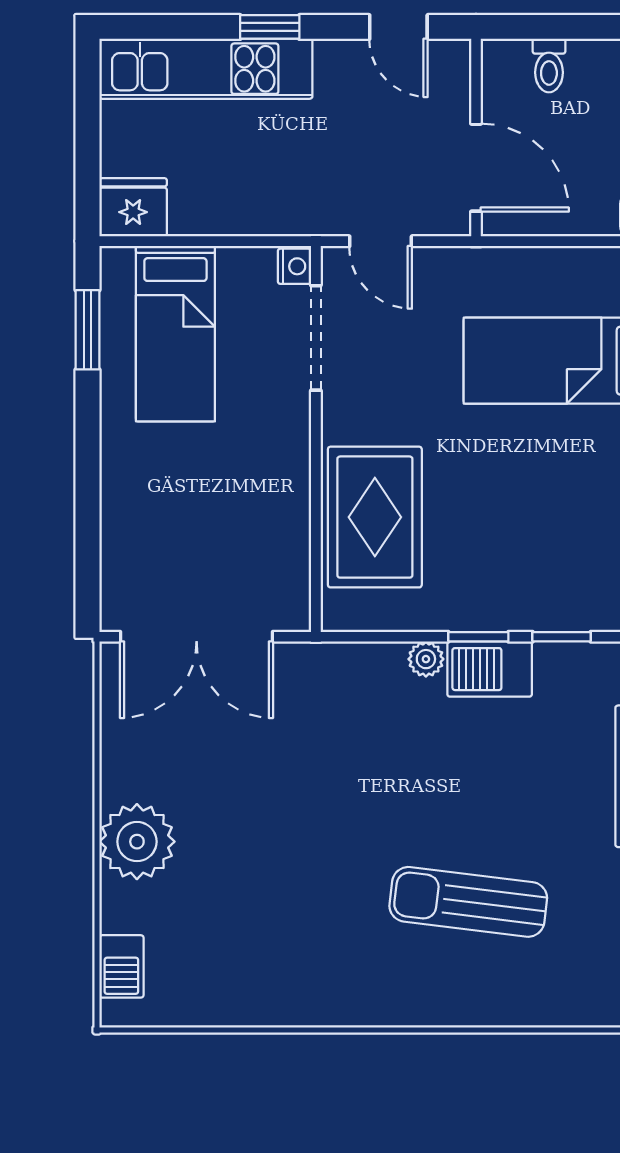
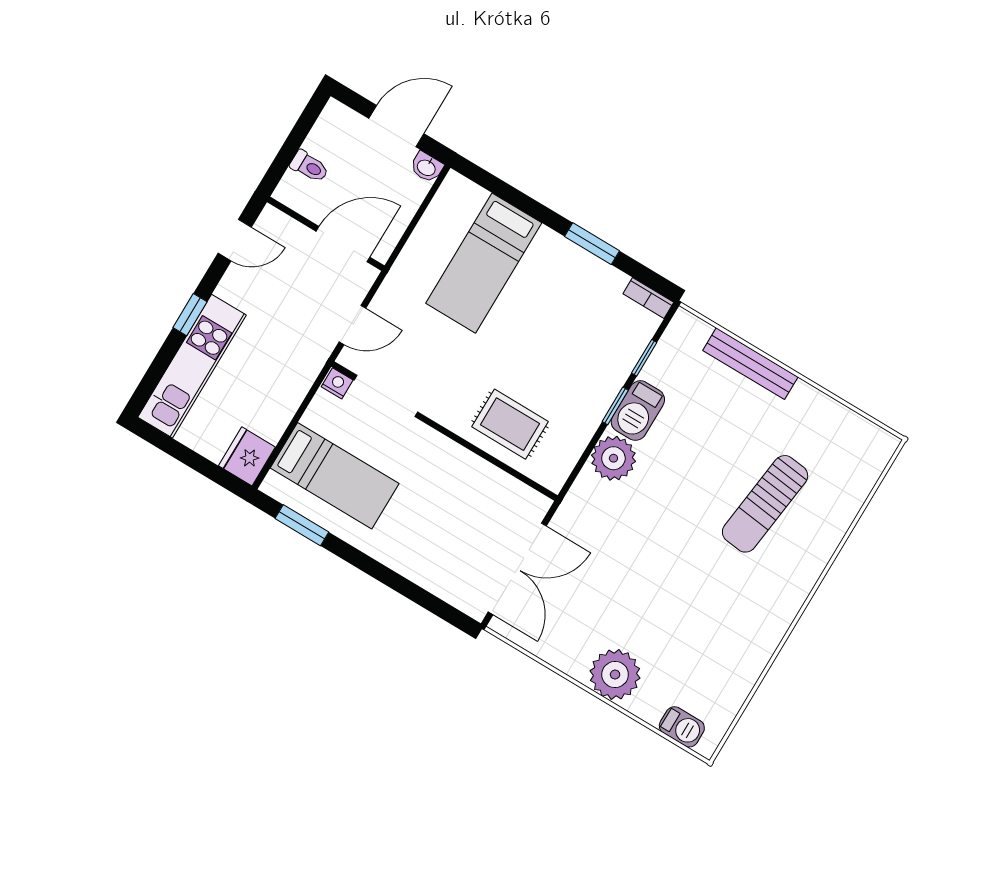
rug: (375, 517) -> (510, 424), width x0.73, depth x0.70
plant: (426, 659) -> (613, 458), width x1.87, depth x1.87

